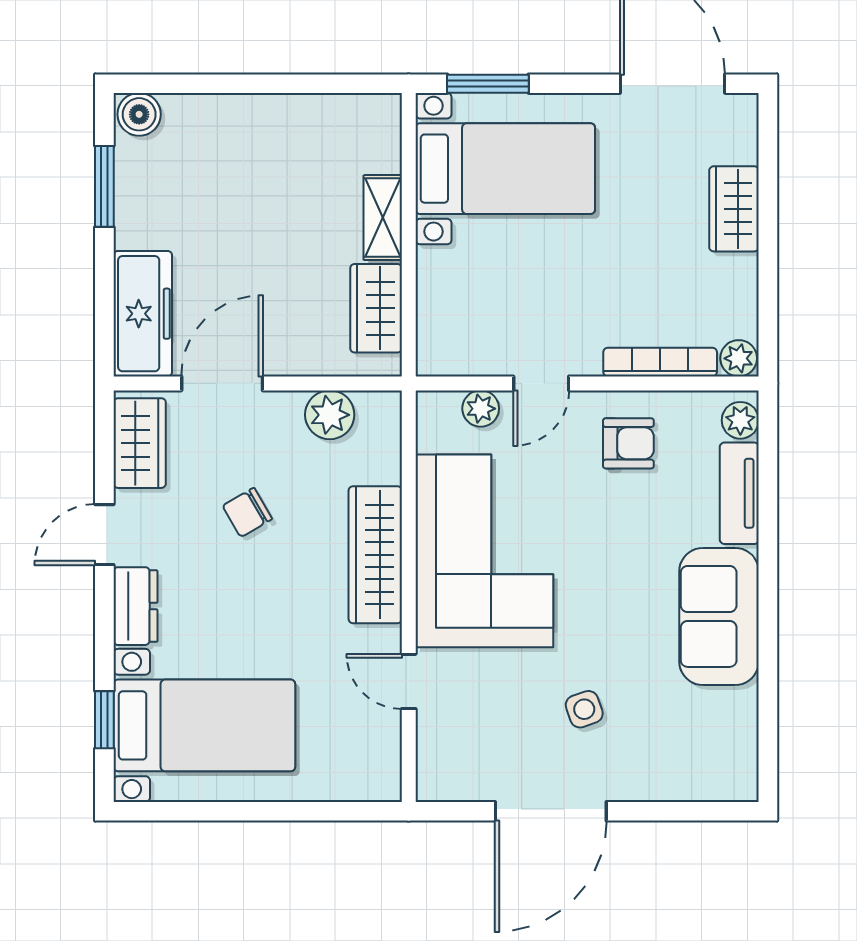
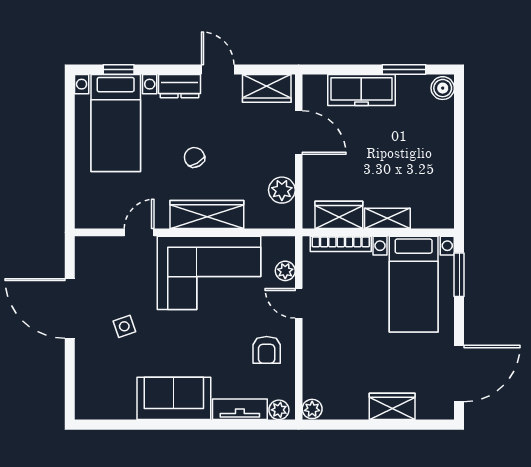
freezer: (143, 314) -> (361, 90), moved
bookcase: (660, 362) -> (341, 244), moved, turned 90
chair: (247, 512) -> (194, 157), moved

